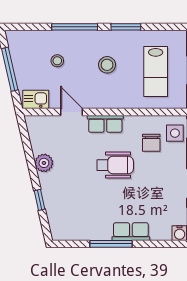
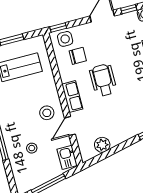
stool: (107, 65) -> (47, 113), moved
plant: (44, 163) -> (102, 145), moved

